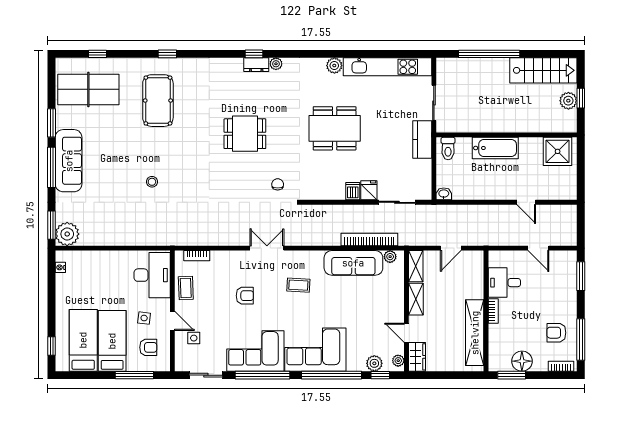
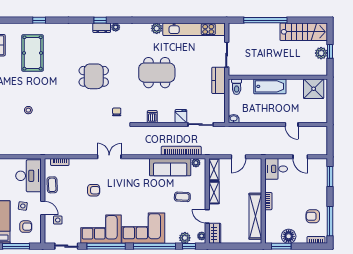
dishwasher: (353, 191) -> (152, 117), moved
desk: (504, 283) -> (276, 169), moved
coffee table: (298, 285) -> (182, 197), moved

